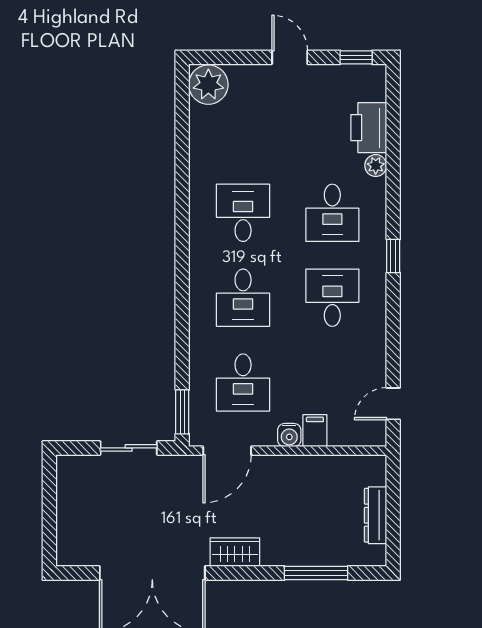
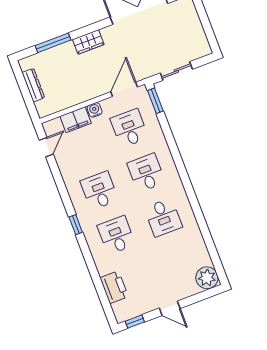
plant: (376, 166) -> (103, 269), removed
desk: (332, 298) -> (99, 191), turned 180
filing cabinet: (315, 431) -> (76, 120), width x2.00
wardrobe: (235, 552) -> (88, 42), moved

